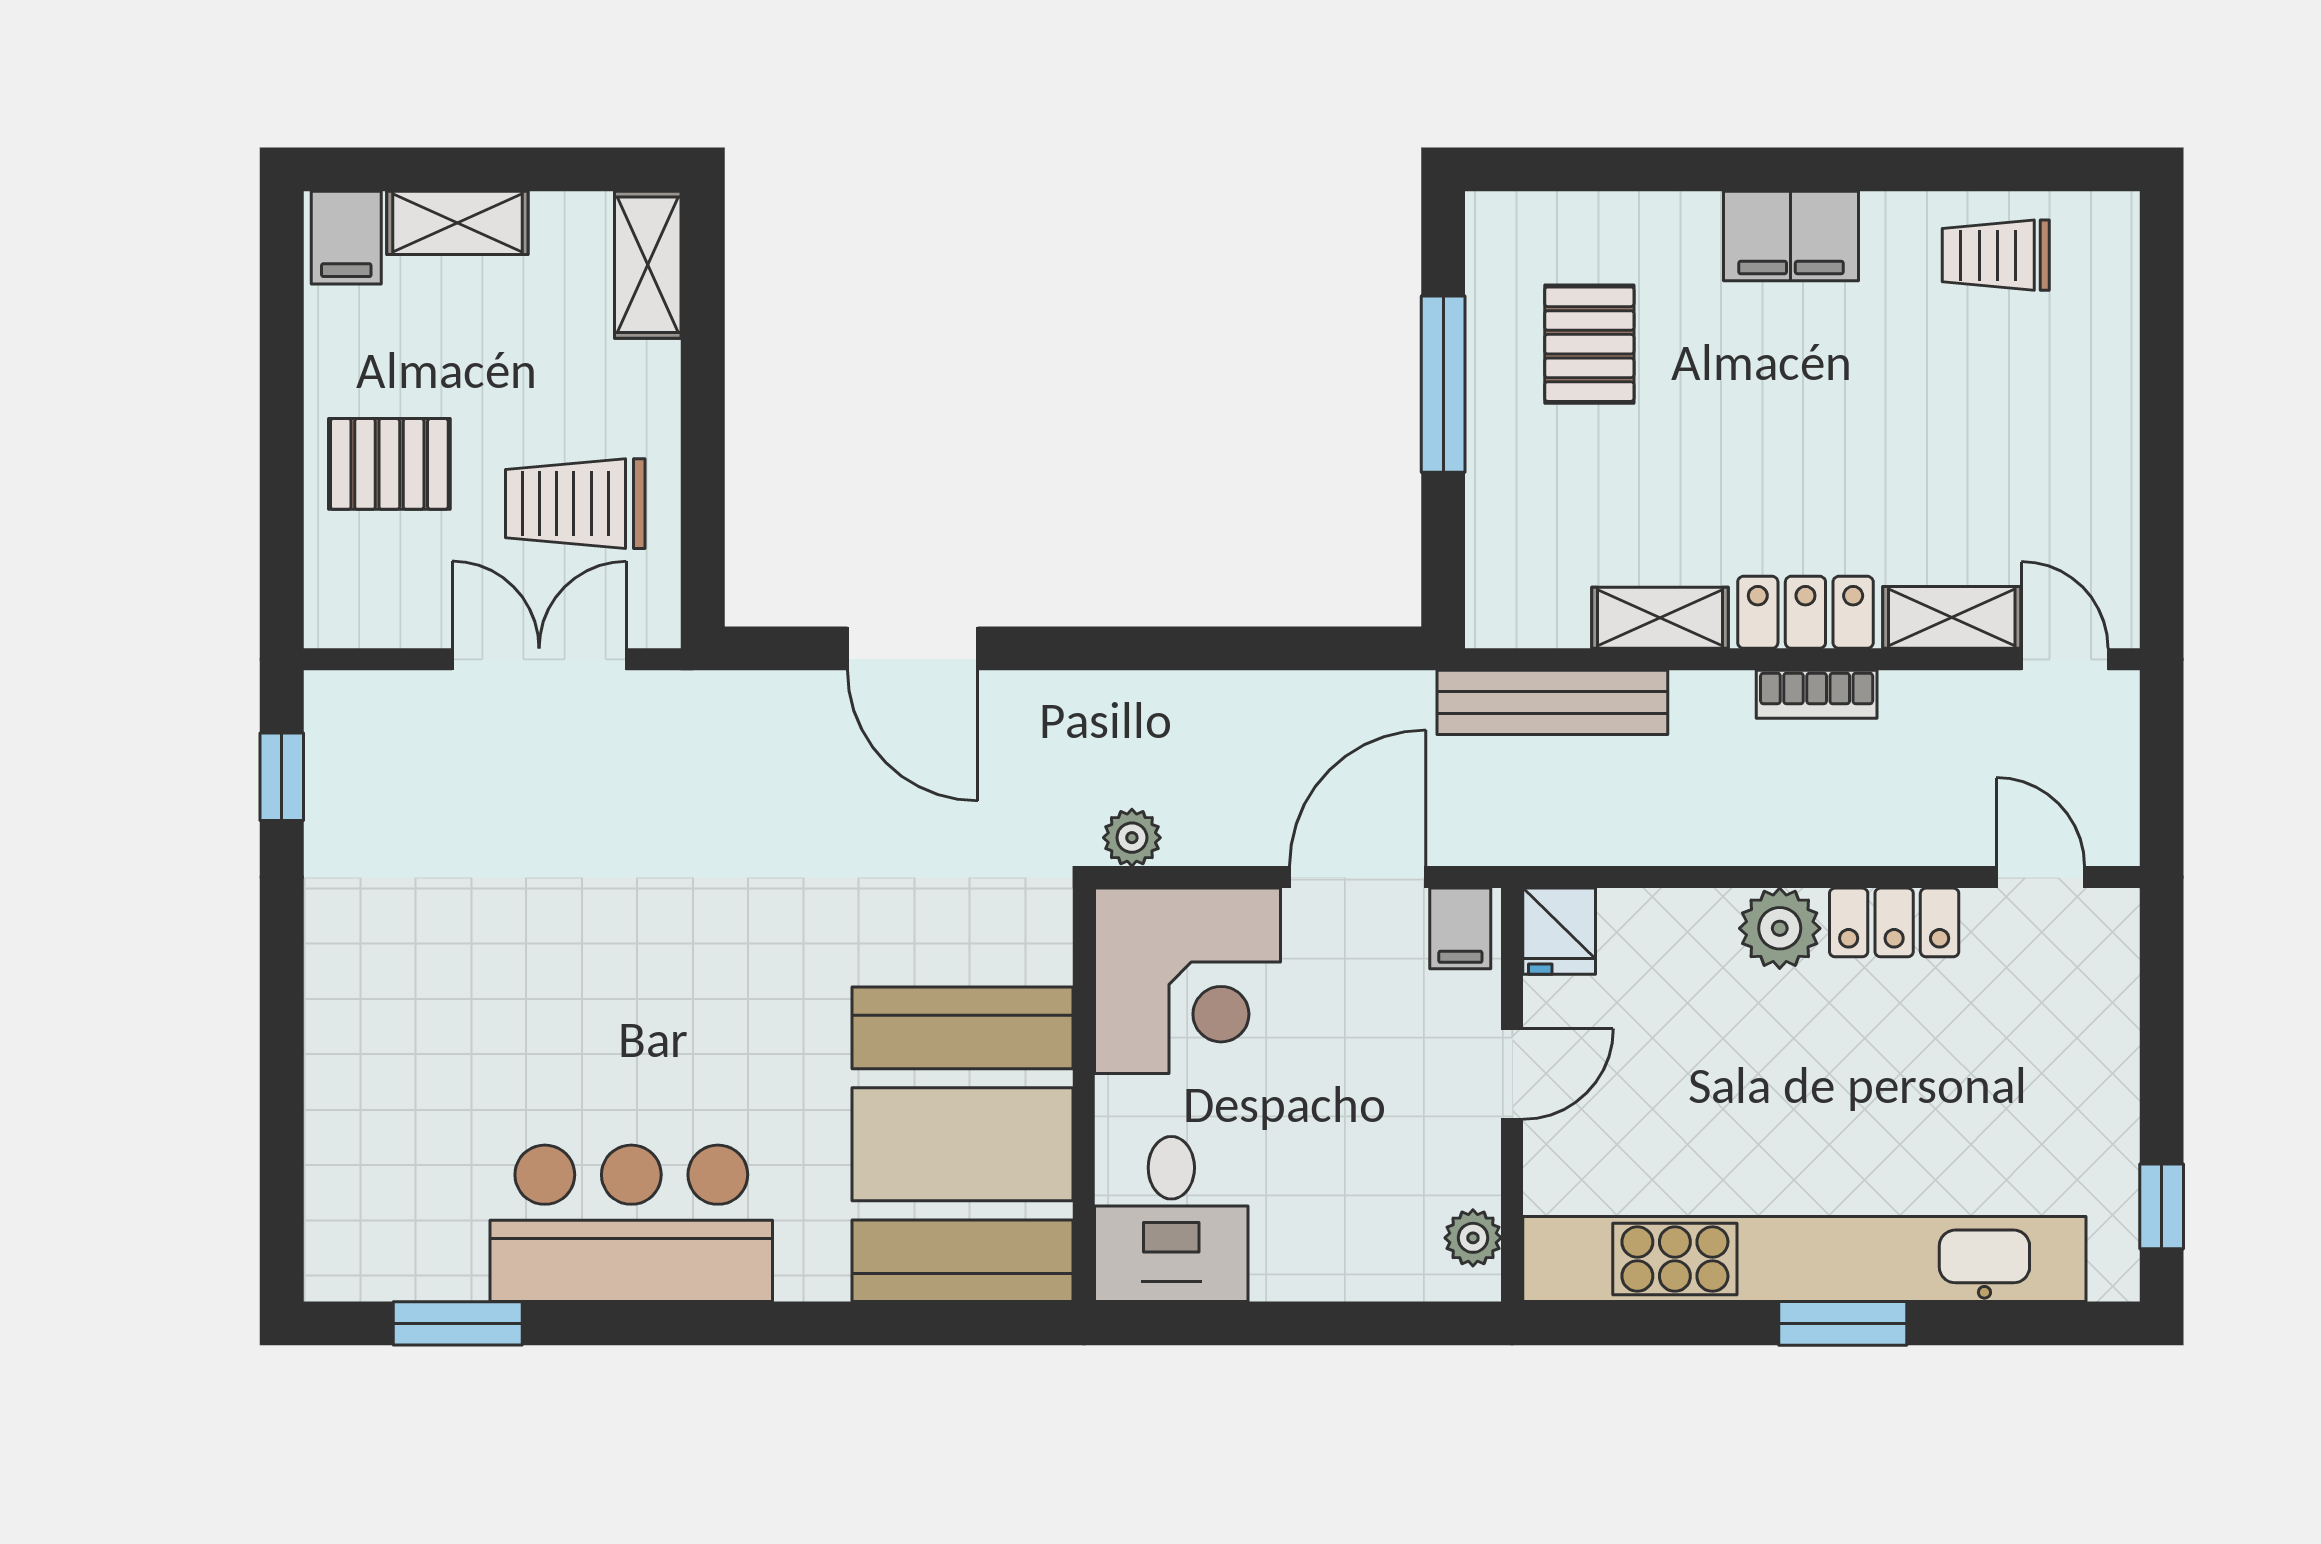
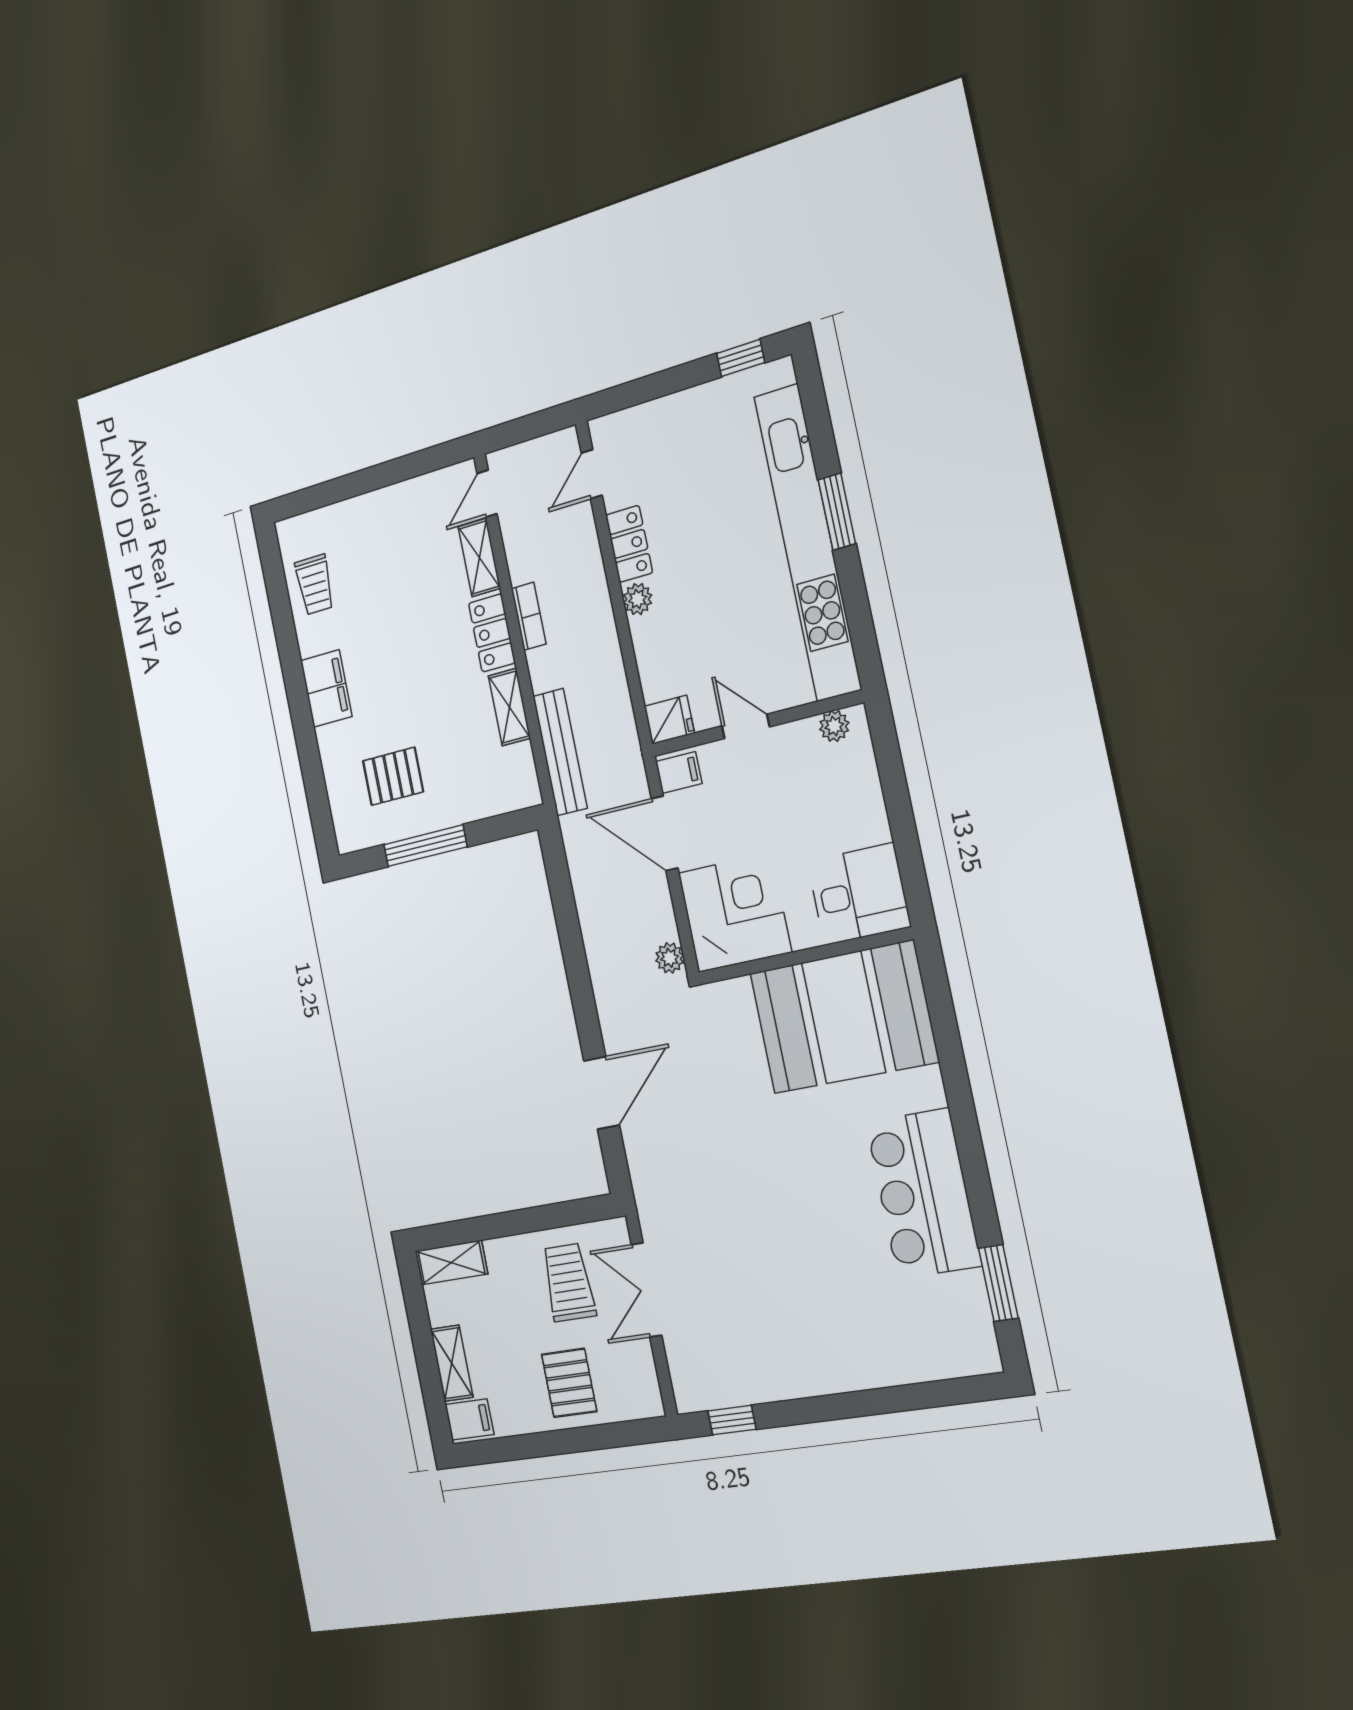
trolley: (575, 504) -> (568, 1282), turned 180
plant: (1780, 928) -> (638, 599), width x0.73, depth x0.73

